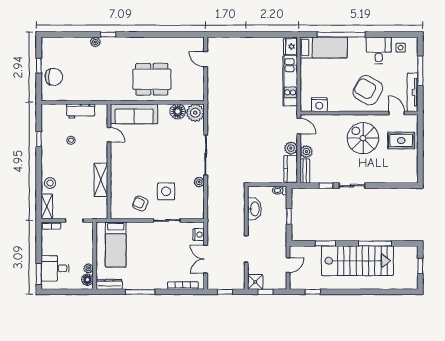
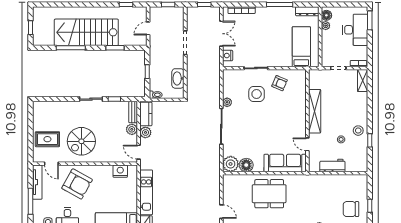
chair: (54, 77) -> (351, 209), moved
spiral stairs: (363, 138) -> (81, 141), turned 90
shelving: (101, 180) -> (315, 111), width x1.47
stool: (50, 183) -> (358, 131), moved
desk: (55, 268) -> (355, 30), width x1.37
shower: (255, 282) -> (177, 13), removed

